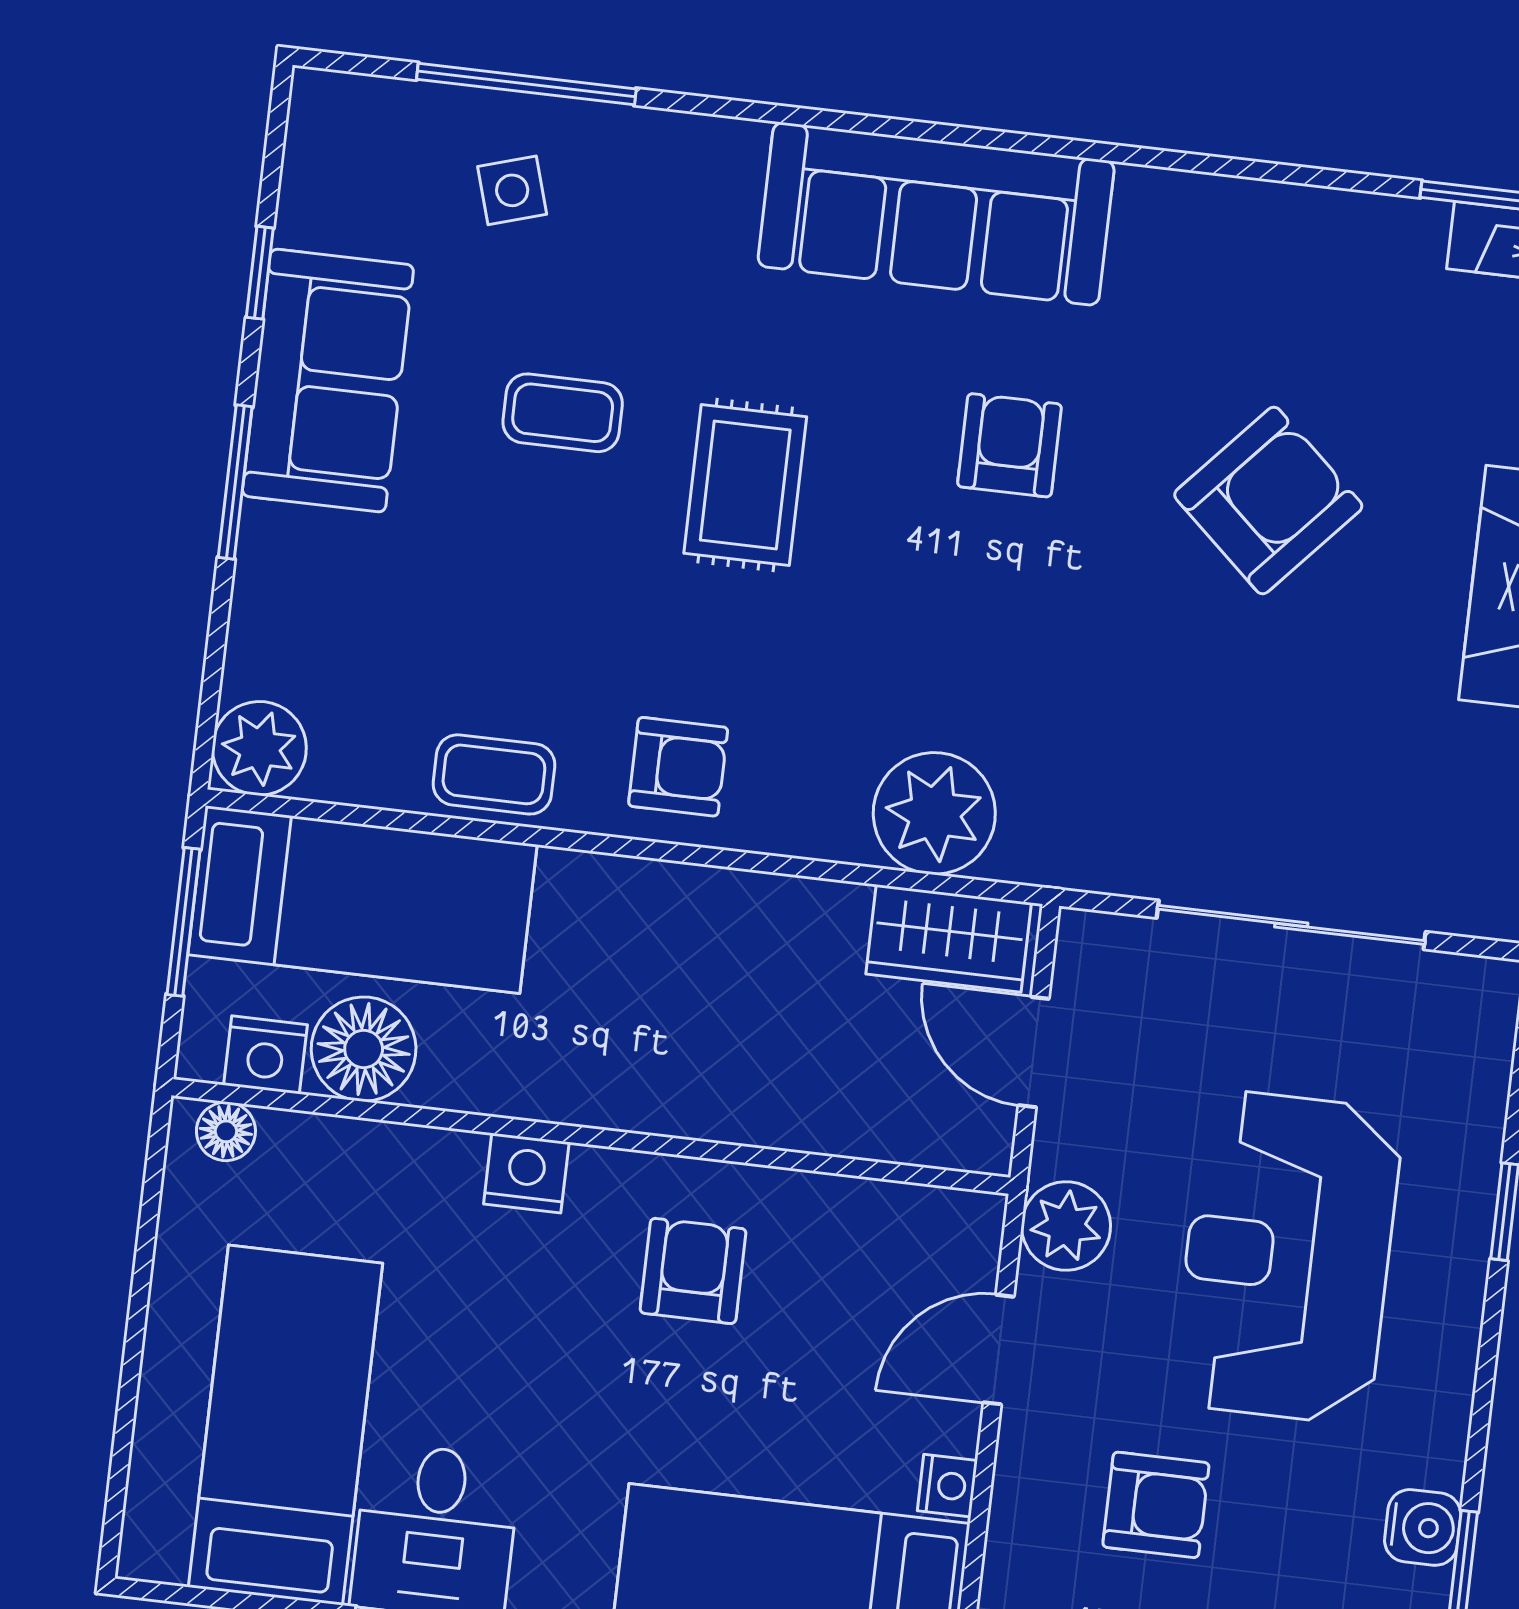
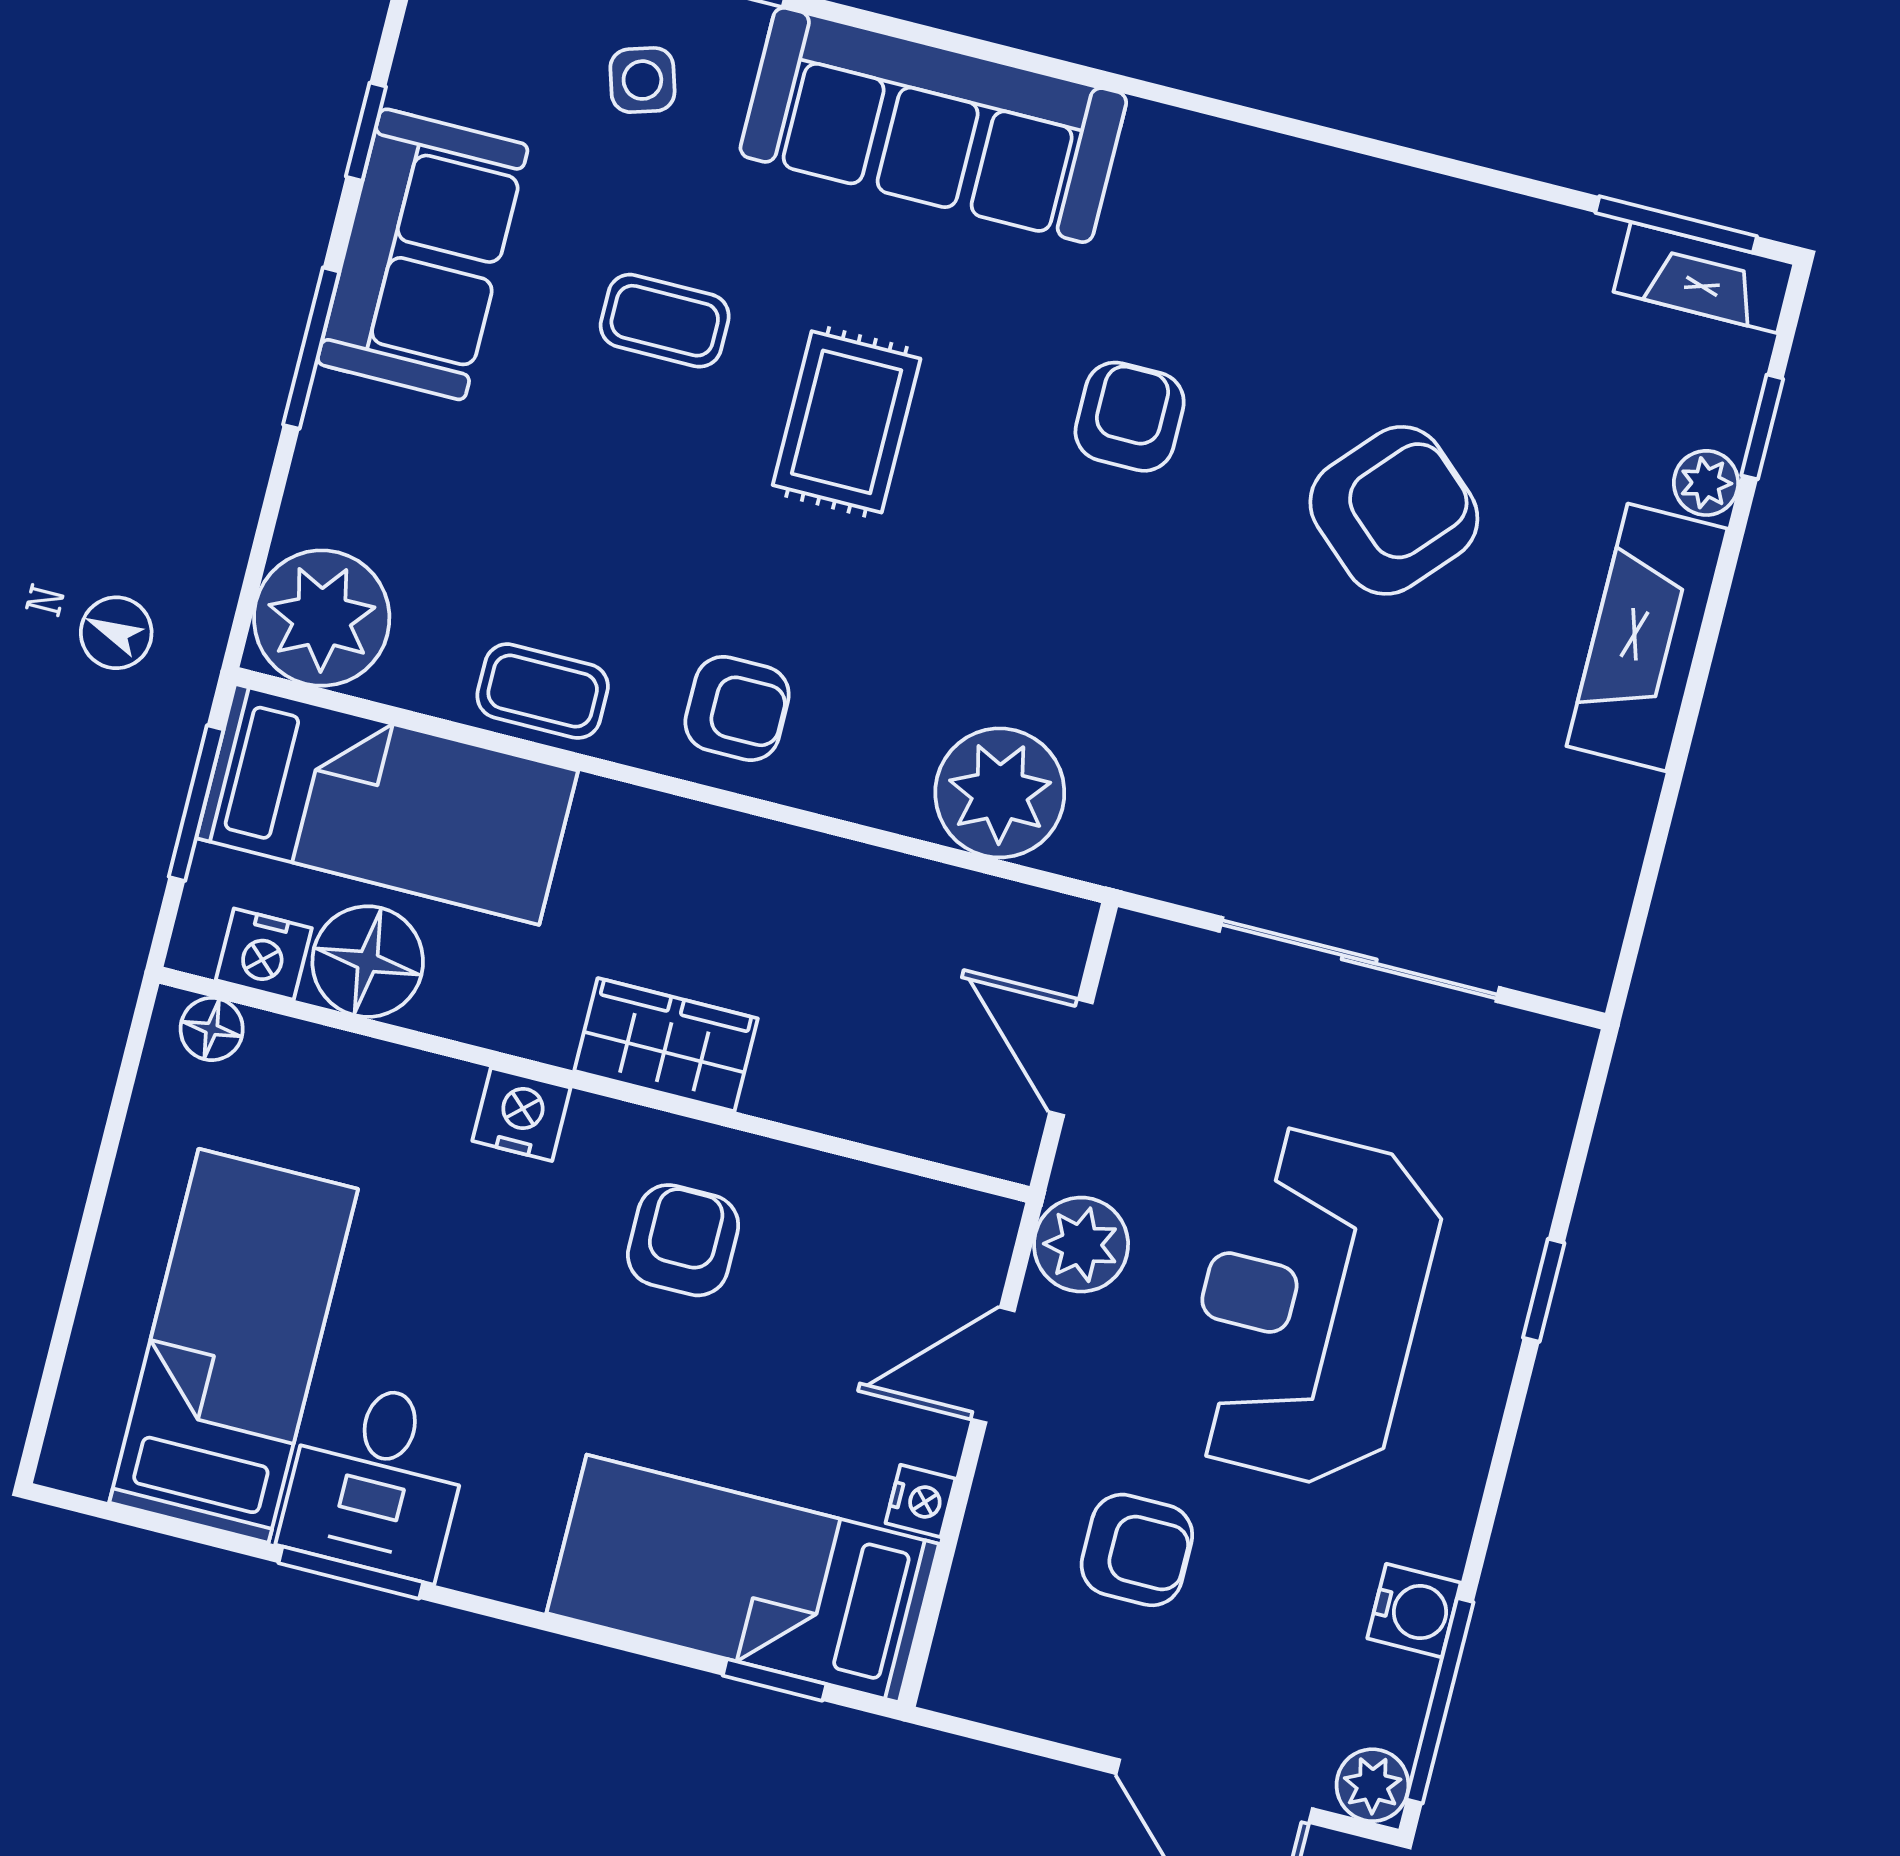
sofa: (936, 214) -> (933, 125), moved
plant: (259, 748) -> (322, 618), width x1.36, depth x1.36
wardrobe: (949, 938) -> (666, 1045), moved, turned 180

